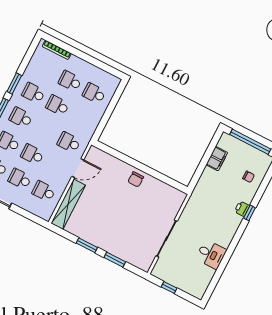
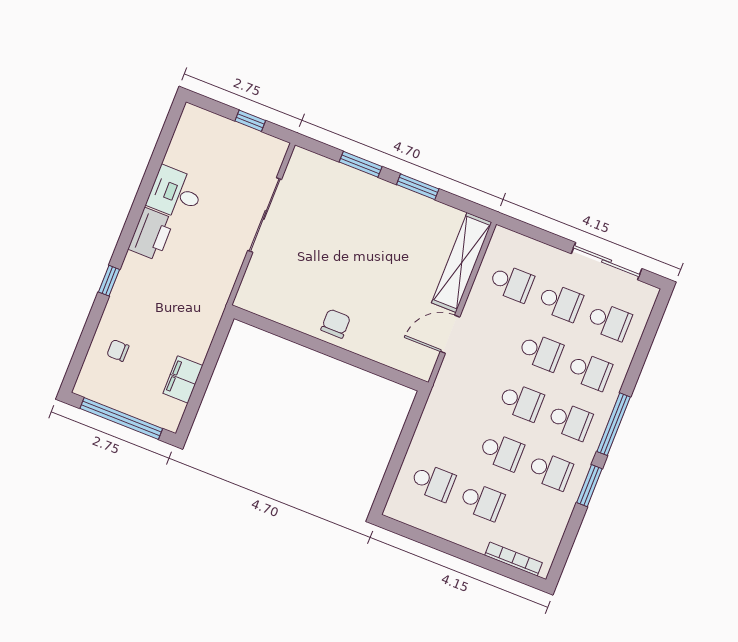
school desk: (69, 142) -> (521, 402), moved
printer: (242, 209) -> (151, 234), moved, width x1.87, depth x1.48

